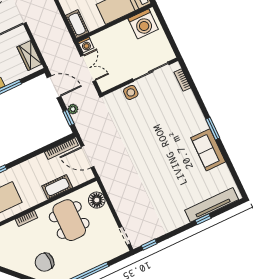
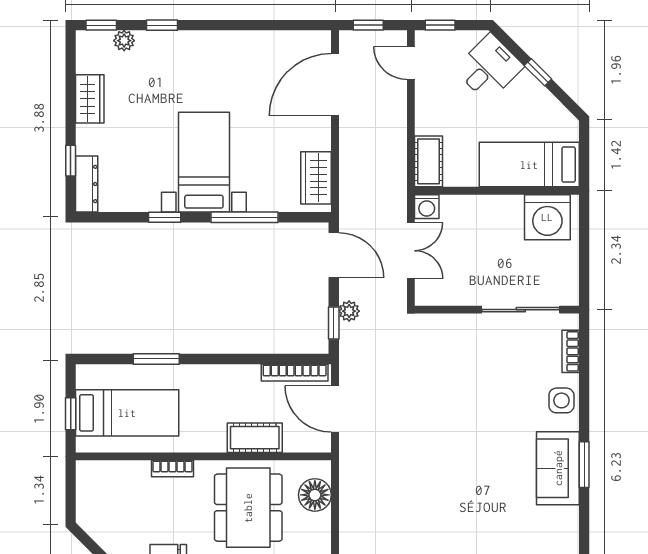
side table: (131, 92) -> (561, 400), moved
sofa: (208, 150) -> (558, 468), moved

